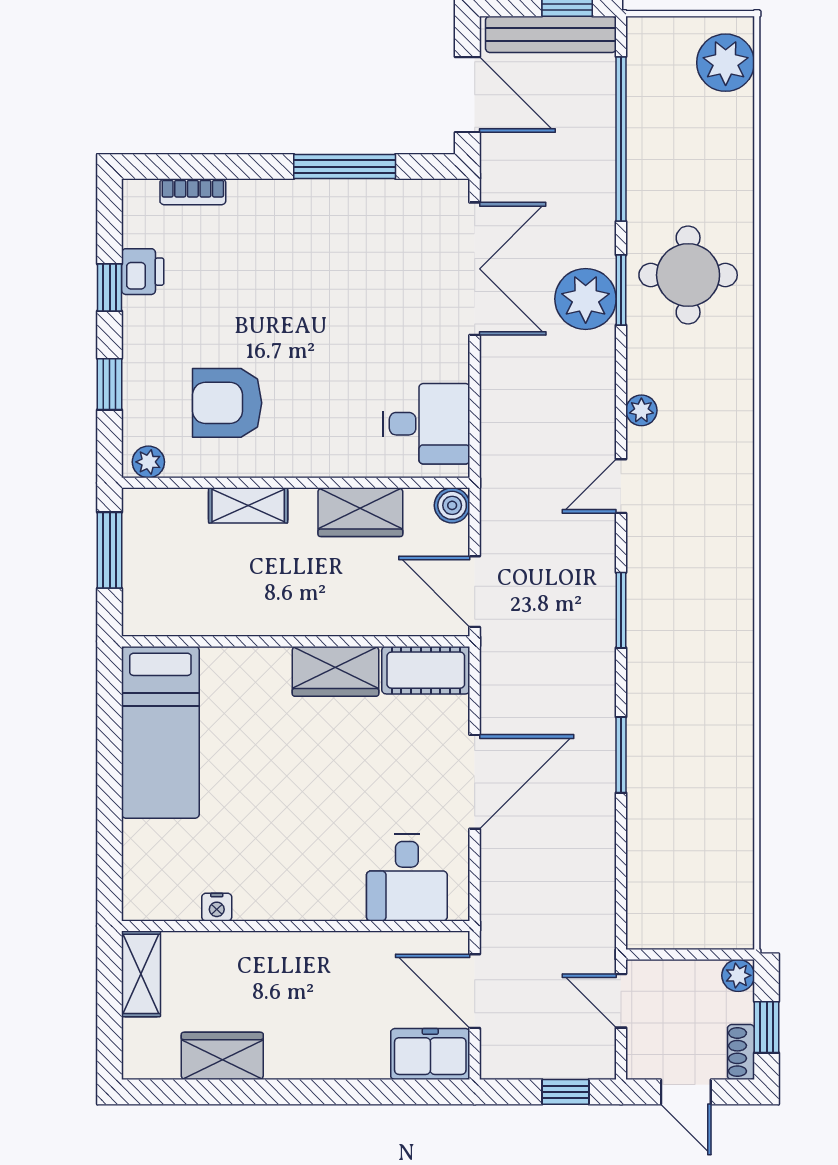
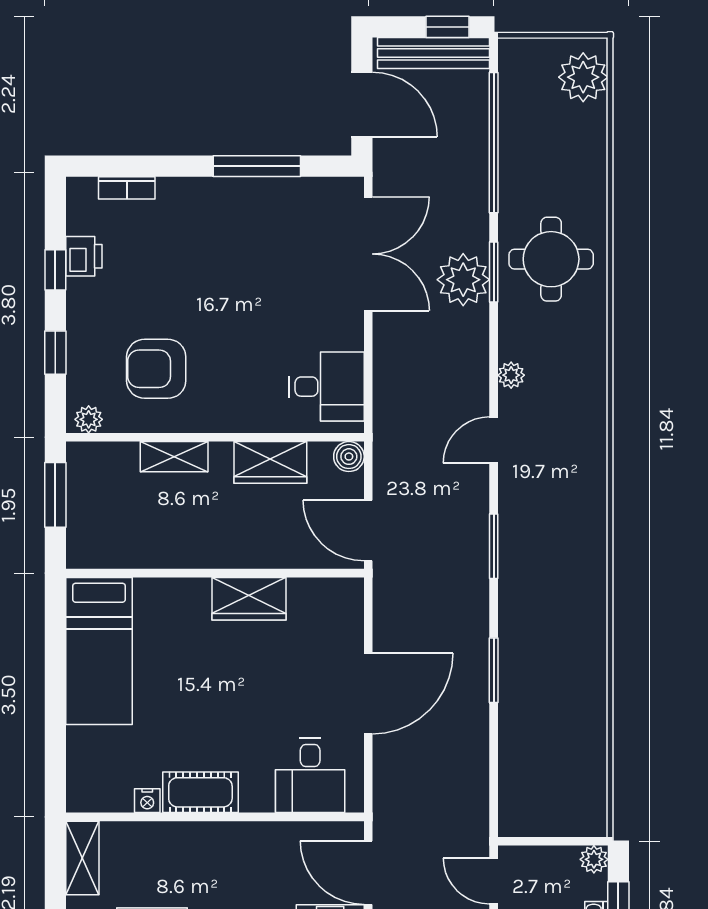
cot: (426, 670) -> (200, 792), moved

